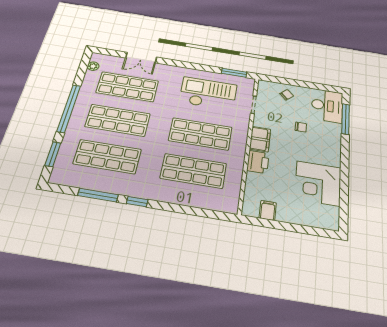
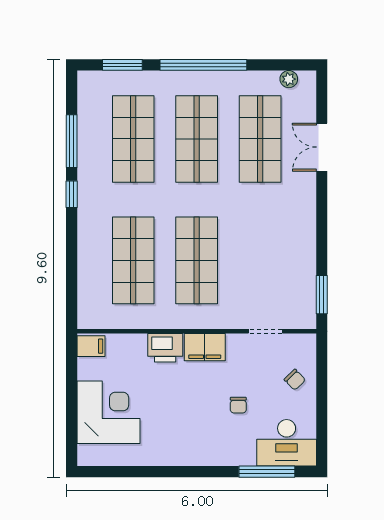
checkout: (208, 94) -> (272, 261), removed
corner desk: (318, 183) -> (108, 412), moved, turned 90
filing cabinet: (268, 210) -> (91, 346), moved

